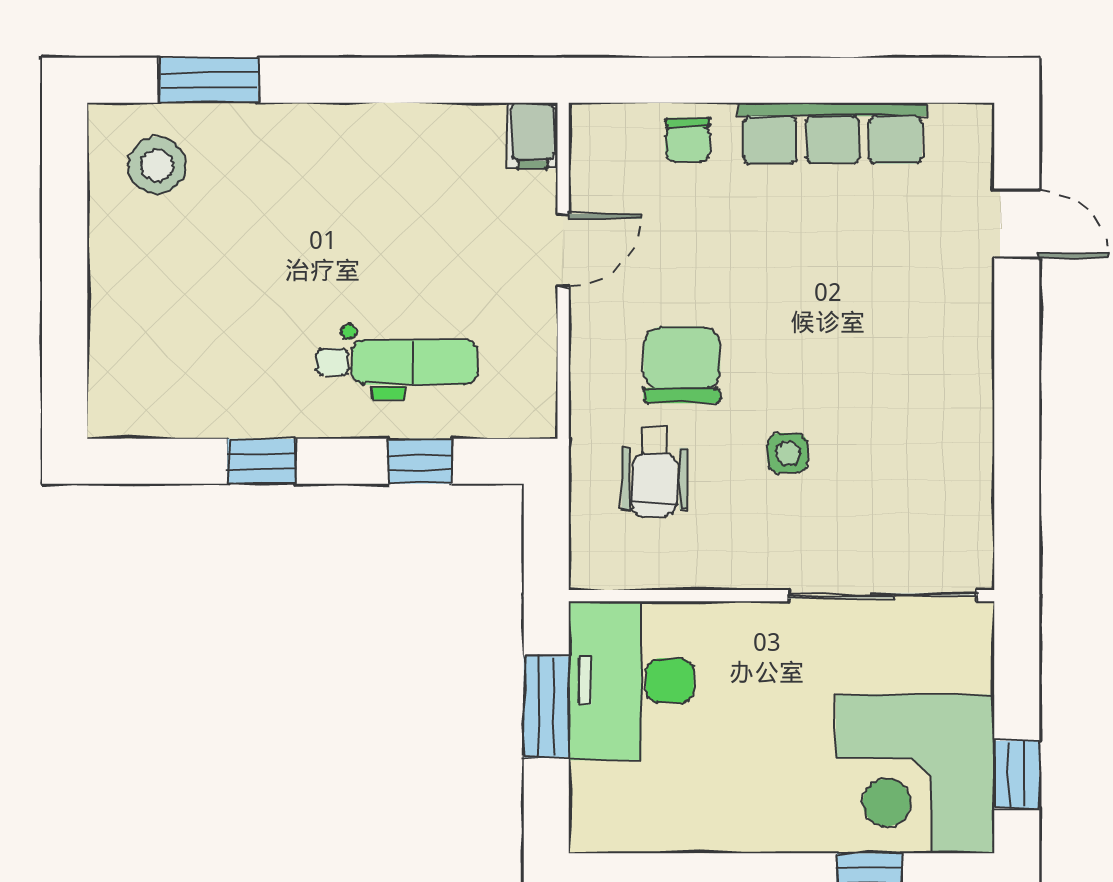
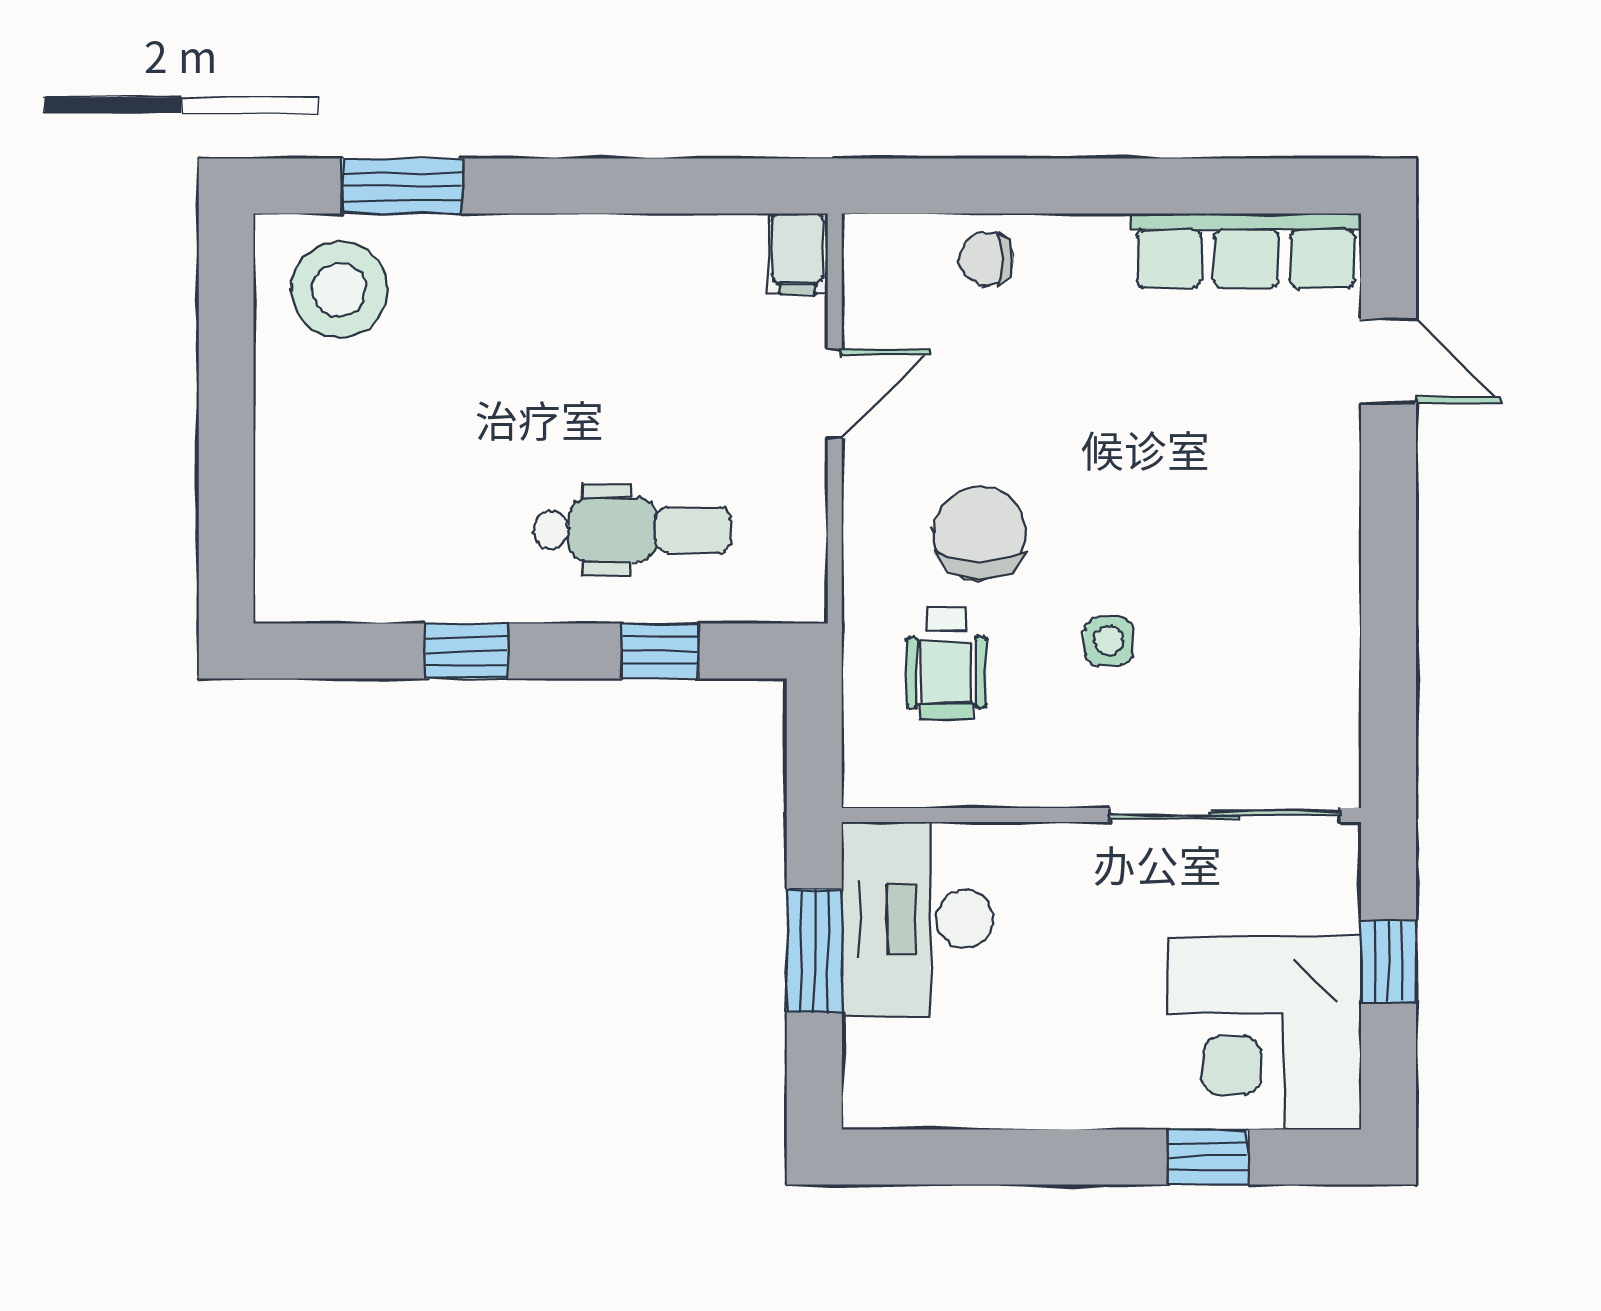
row of seats: (833, 133) -> (1246, 251), moved
chair: (688, 140) -> (987, 259), turned 90
stool: (157, 165) -> (339, 290), width x1.38, depth x1.38
window: (1017, 774) -> (1389, 961), moved

